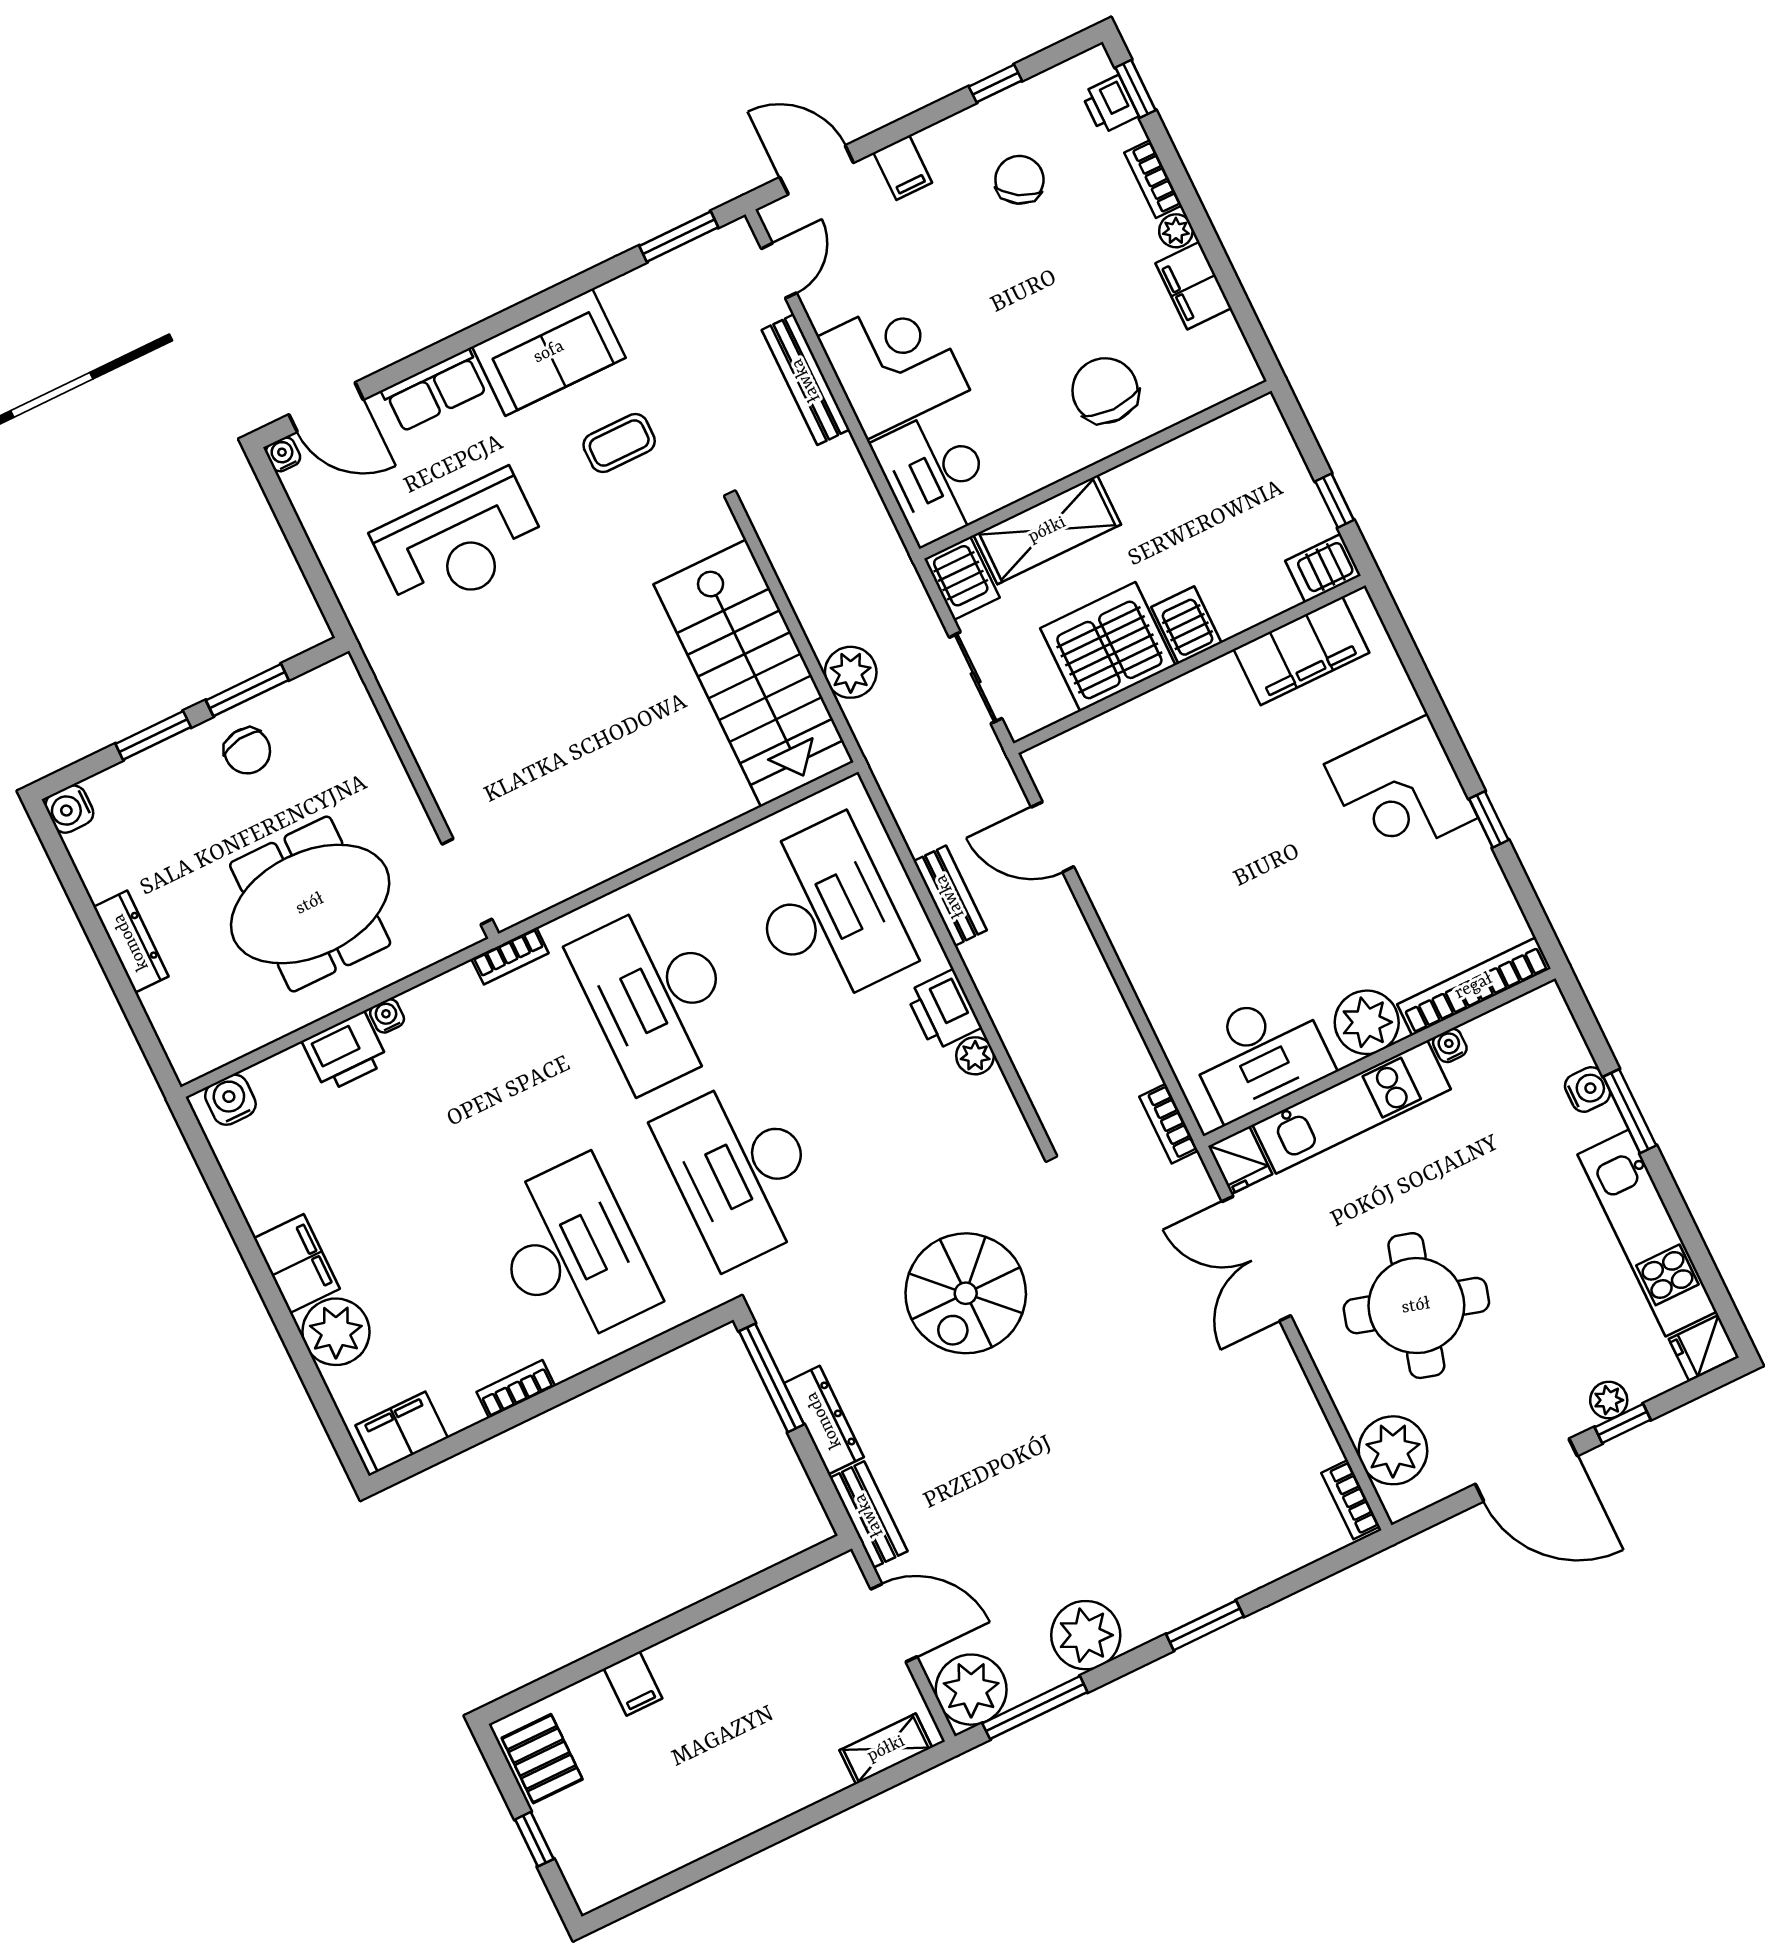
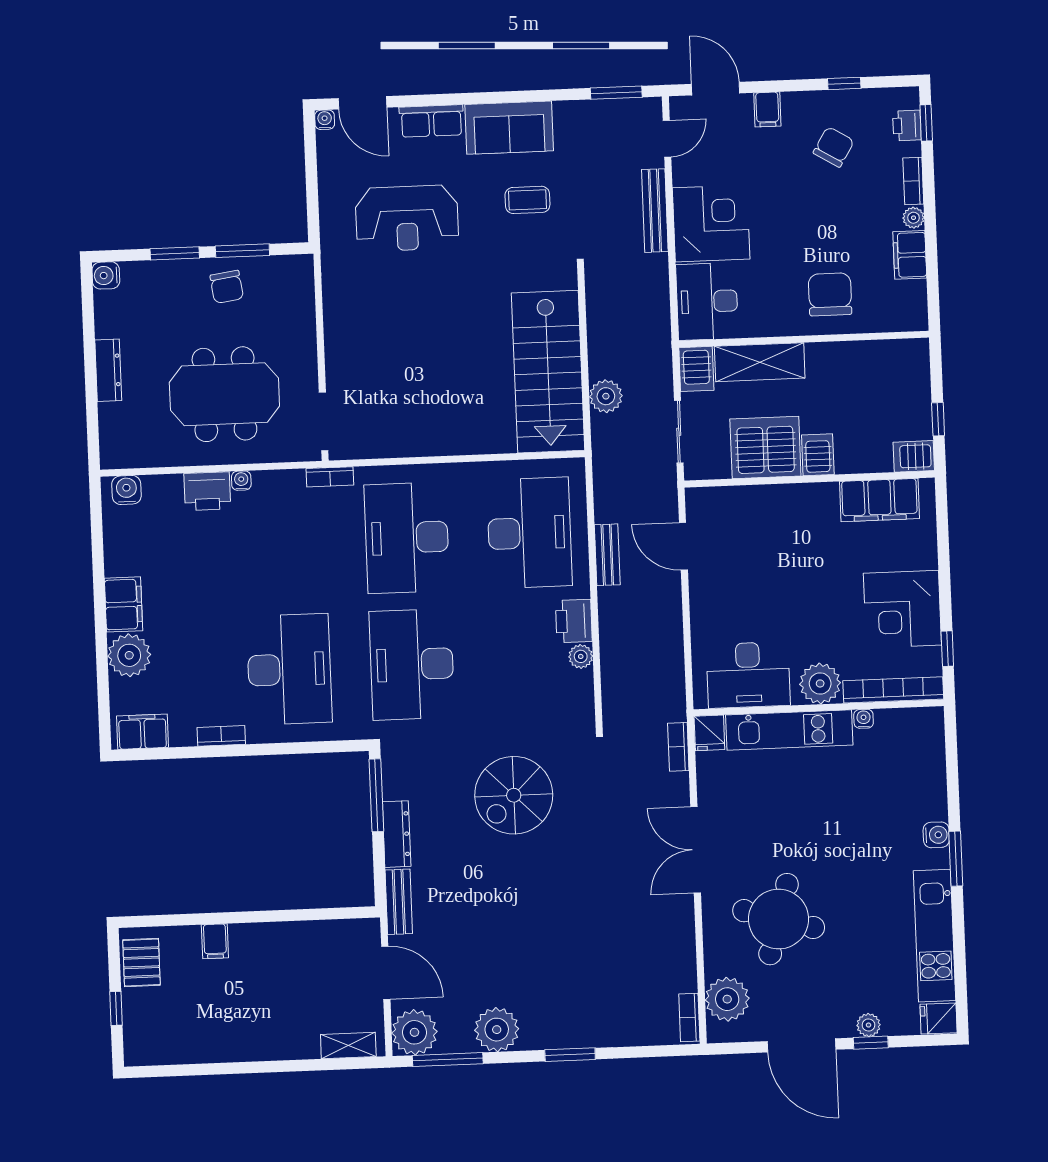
bookcase: (1474, 986) -> (893, 690), moved
plant: (1367, 1022) -> (820, 683), moved
water cooler: (1450, 1045) -> (864, 719), moved
desk: (1260, 1054) -> (748, 675), moved
wall: (1379, 1057) -> (819, 708), moved
kitchen unit: (1352, 1107) -> (789, 730), moved
fridge: (1241, 1160) -> (709, 733), moved

